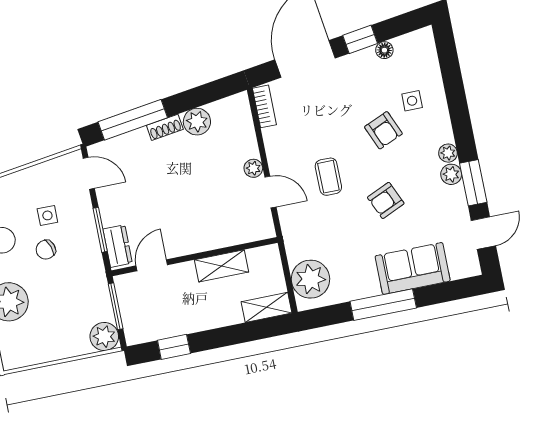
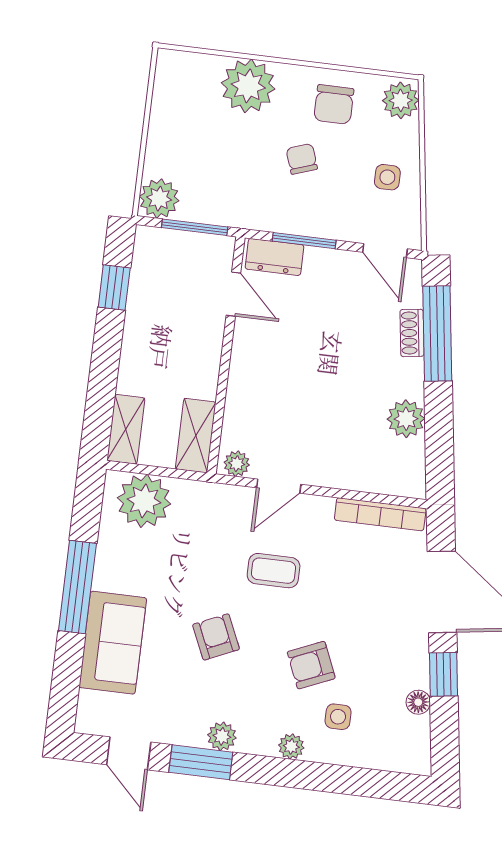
bookcase: (264, 106) -> (380, 514), width x1.56
shoe rack: (165, 127) -> (412, 333), moved
plant: (448, 153) -> (291, 746), moved
plant: (253, 168) -> (237, 464), moved
door: (89, 173) -> (385, 251), hinge flipped
side table: (47, 215) -> (387, 177), moved
shelving: (221, 266) -> (196, 436), moved

